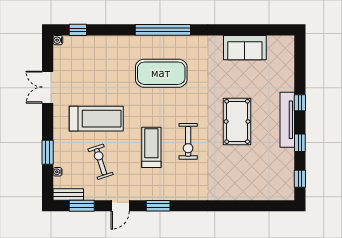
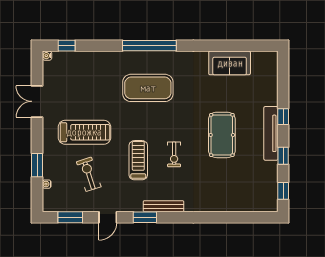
exercise bike: (188, 141) -> (174, 154), width x0.73, depth x0.72
bench: (68, 194) -> (163, 206), moved, width x1.36

